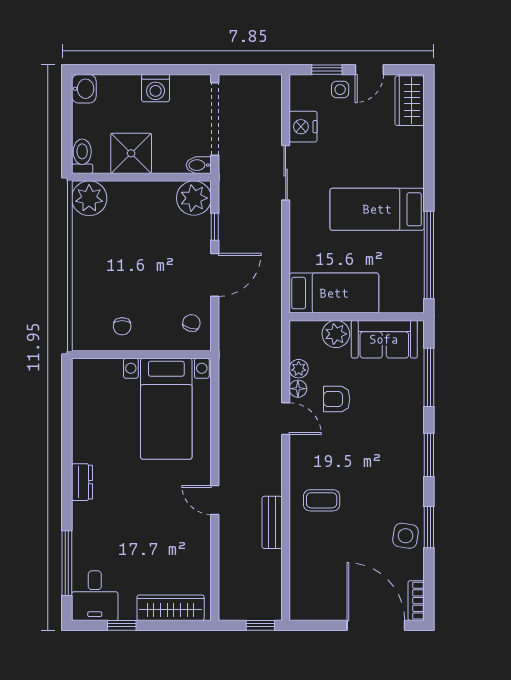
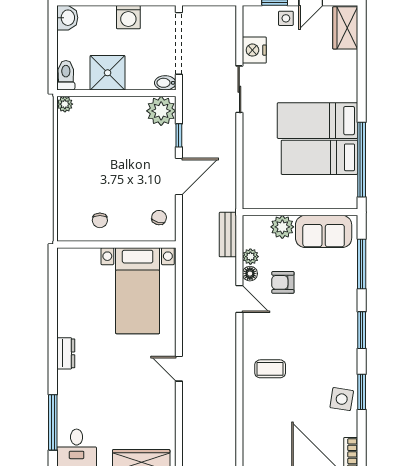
plant: (89, 198) -> (65, 104), width x0.53, depth x0.53
bed: (334, 293) -> (319, 157), moved, turned 180
bench: (272, 522) -> (228, 235), moved

